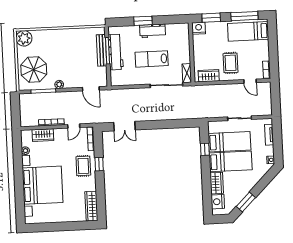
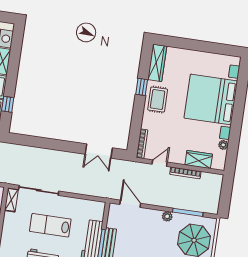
lab bench: (152, 59) -> (50, 225), turned 180
double door: (124, 126) -> (99, 151), swing flipped
window: (99, 164) -> (142, 87), moved
rug: (83, 166) -> (158, 100), moved

